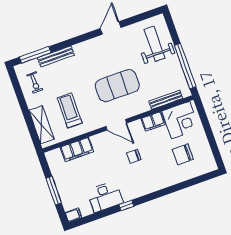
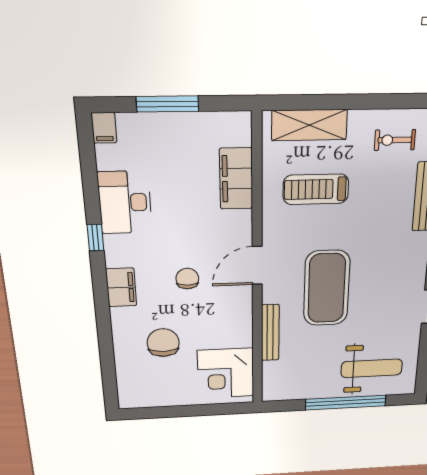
window: (185, 66) -> (346, 403), moved
bench: (166, 100) -> (270, 333), moved
treadmill: (70, 110) -> (316, 189), turned 180
filing cabinet: (153, 121) -> (121, 287), moved, turned 180
chair: (183, 154) -> (163, 343), moved

